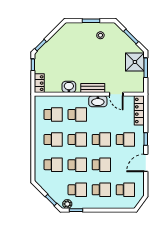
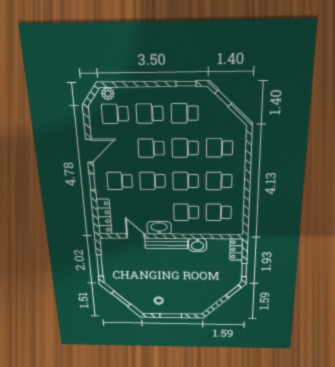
shower: (135, 62) -> (114, 272), removed
bench: (93, 88) -> (166, 243), width x1.36
plant: (67, 204) -> (108, 94), moved

